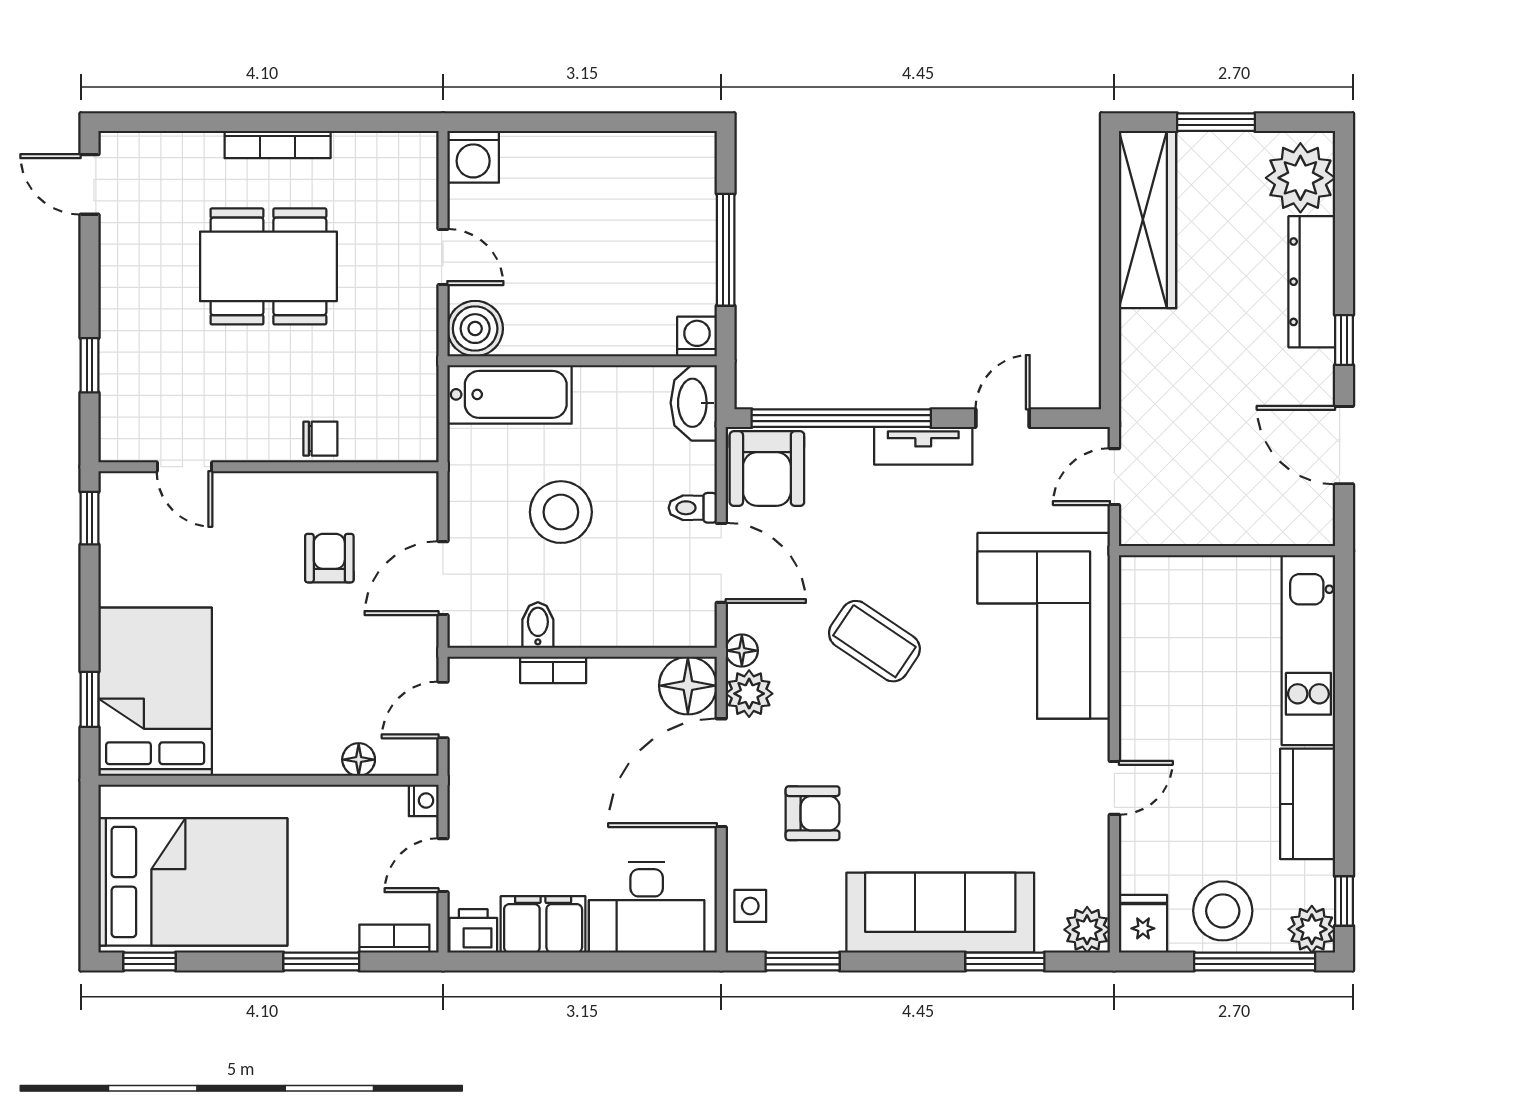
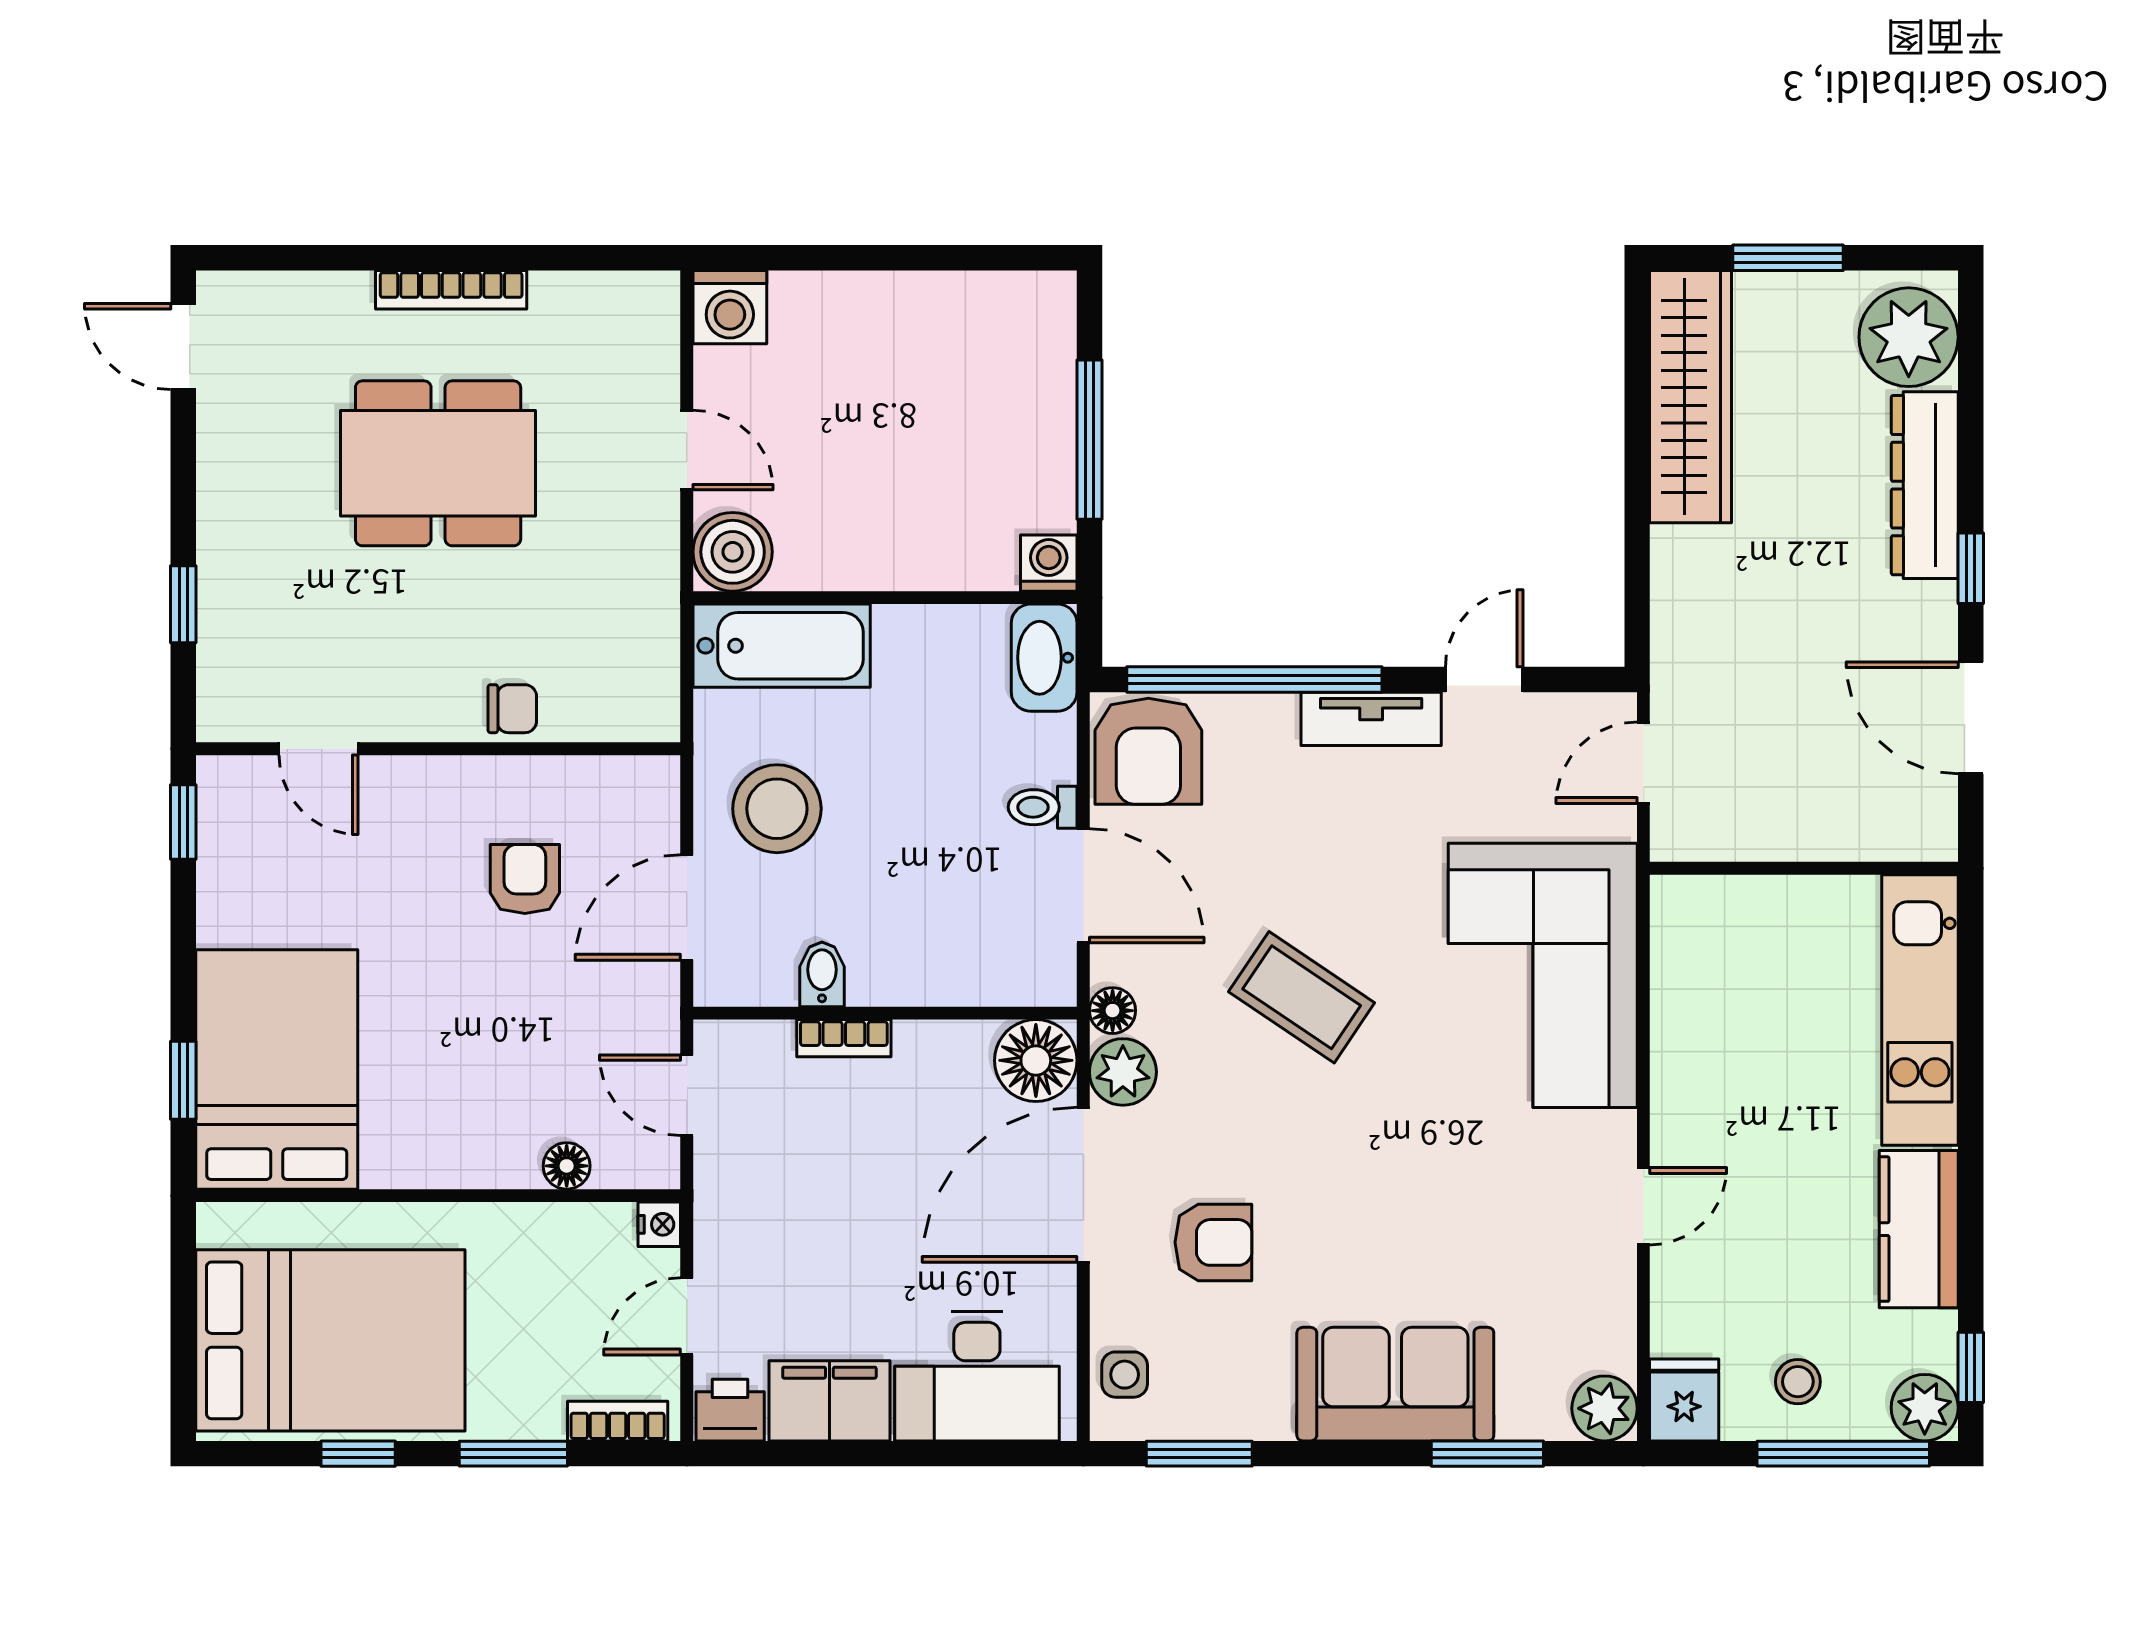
stool: (561, 512) -> (777, 809), moved
door: (443, 710) -> (687, 1095), hinge flipped
stool: (1223, 911) -> (1798, 1382), width x0.53, depth x0.53
sofa: (940, 913) -> (1395, 1384), width x0.73
window: (150, 961) -> (358, 1454), moved

